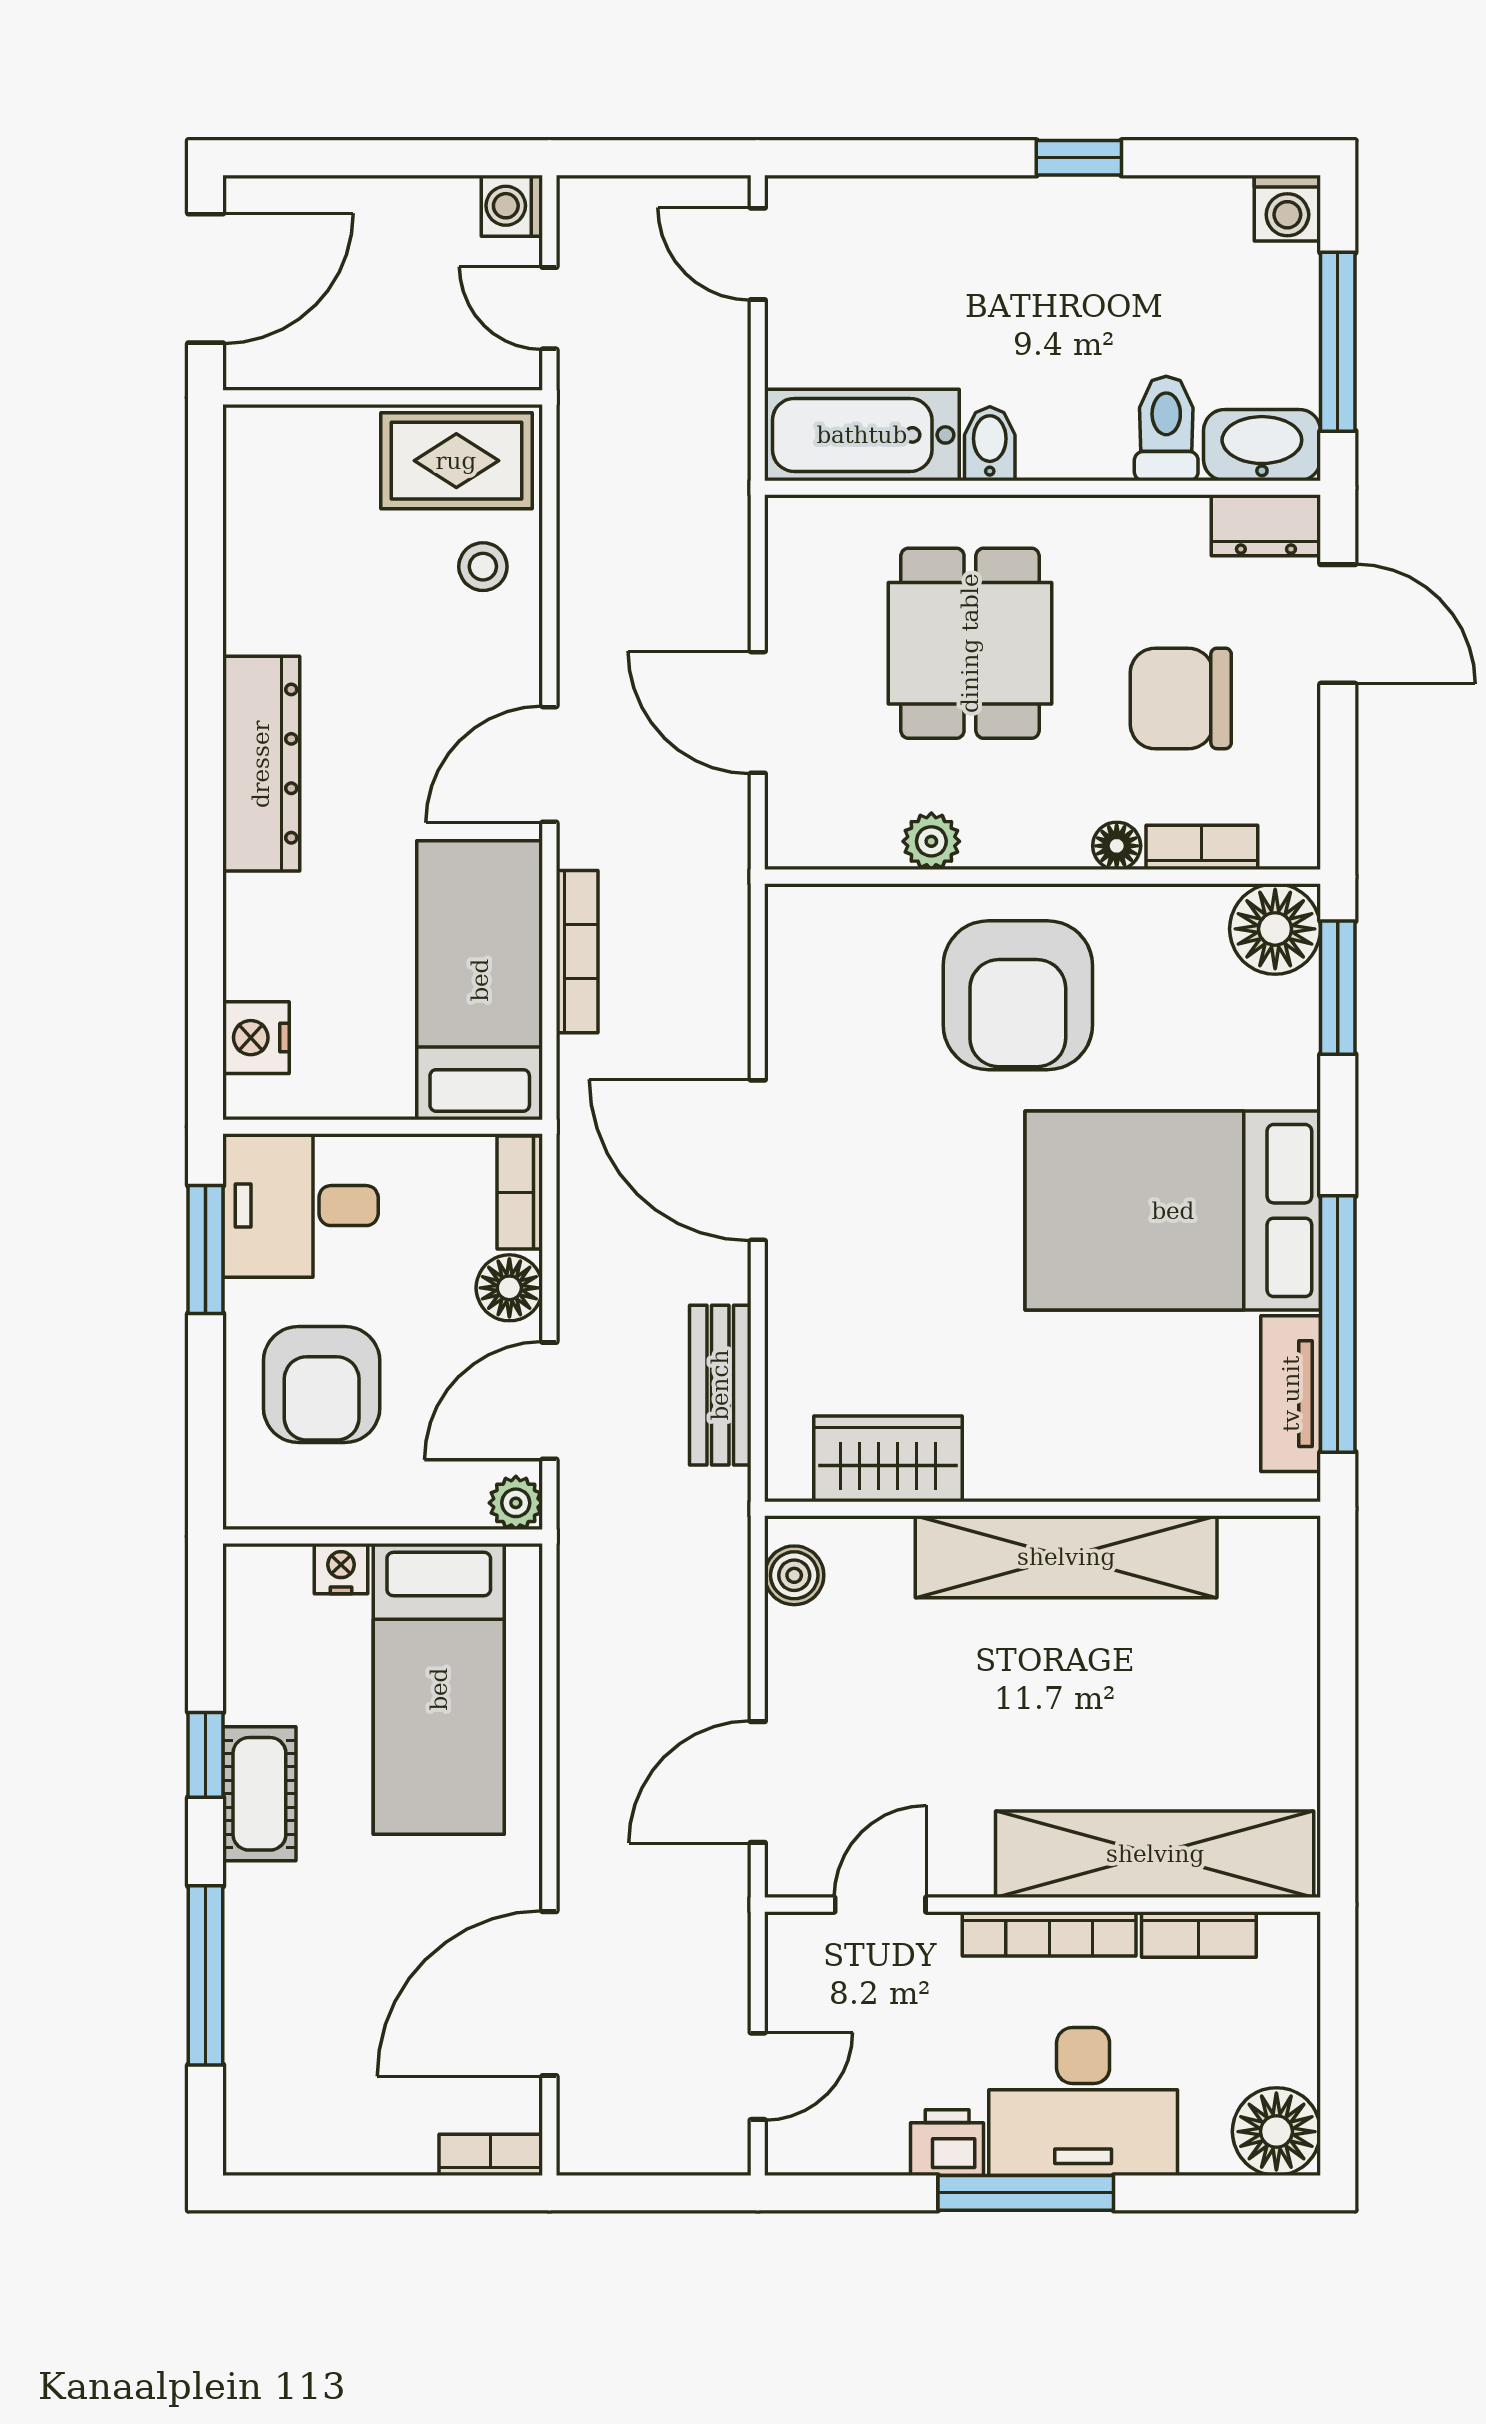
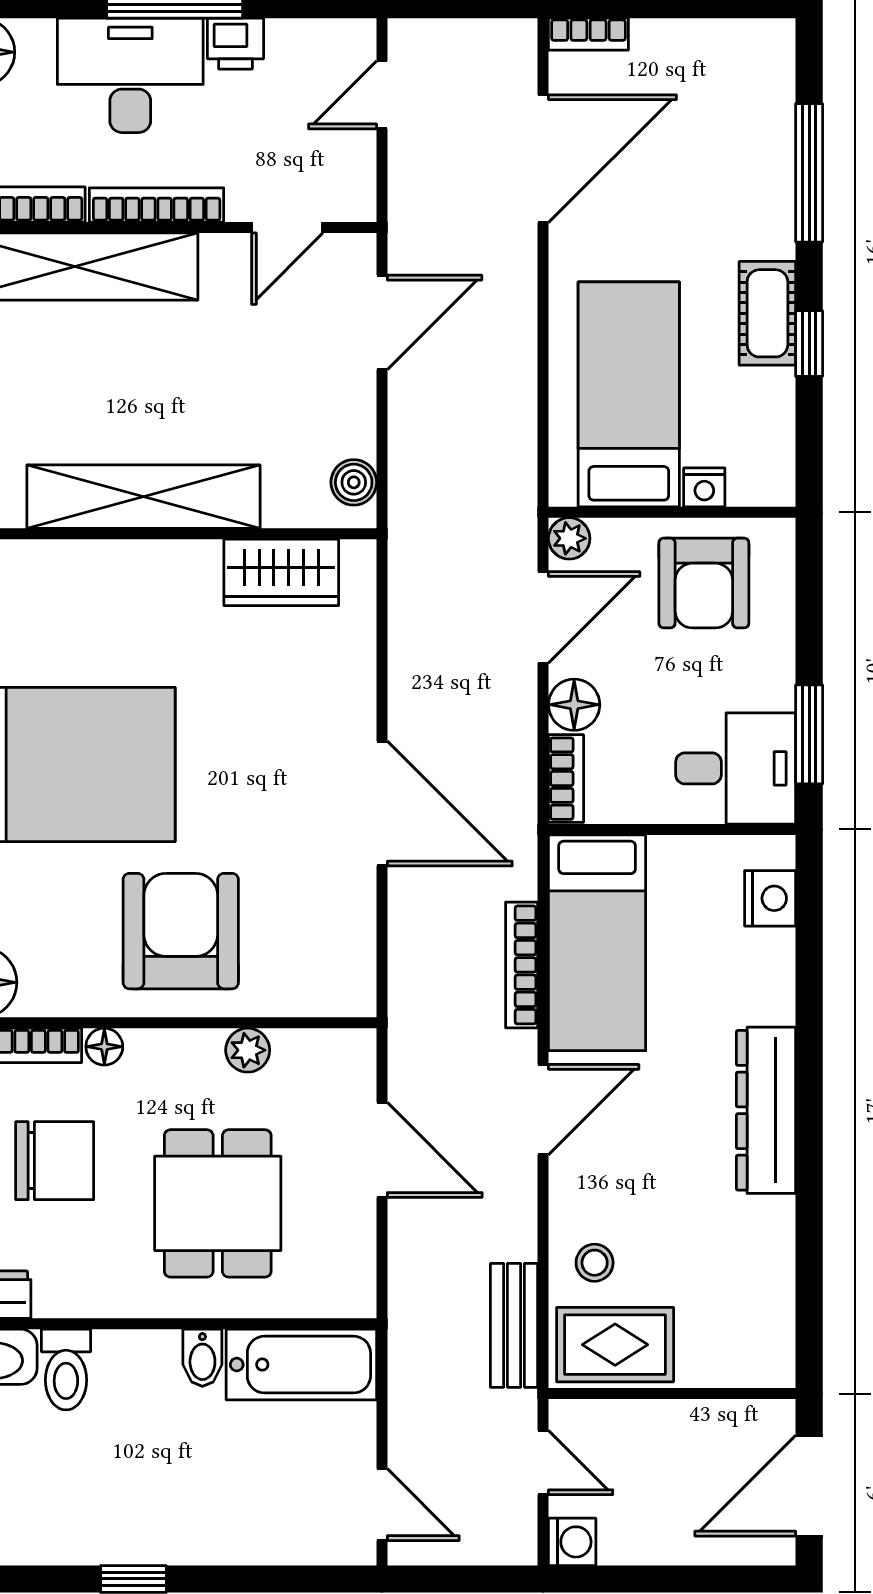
armchair: (322, 1384) -> (704, 583), moved, turned 180
bench: (720, 1385) -> (514, 1325), moved

